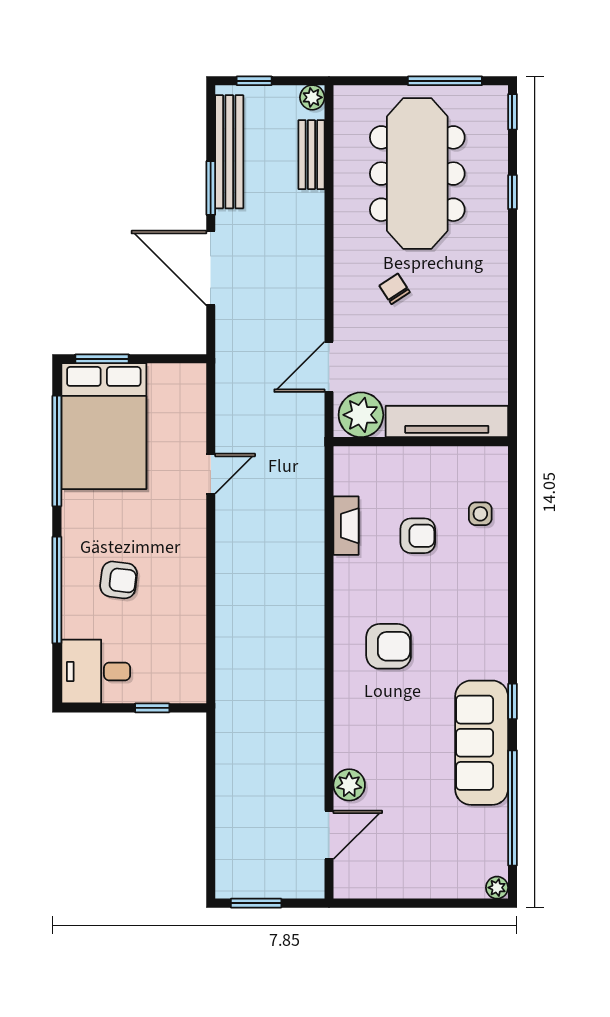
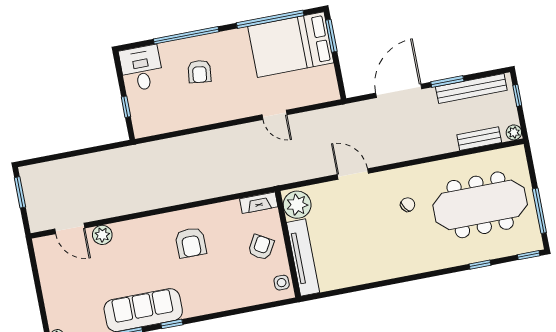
plant: (361, 415) -> (297, 205), moved
tv unit: (447, 422) -> (303, 257), moved
wall: (421, 442) -> (288, 244), moved
armchair: (418, 536) -> (261, 247), turned -150

